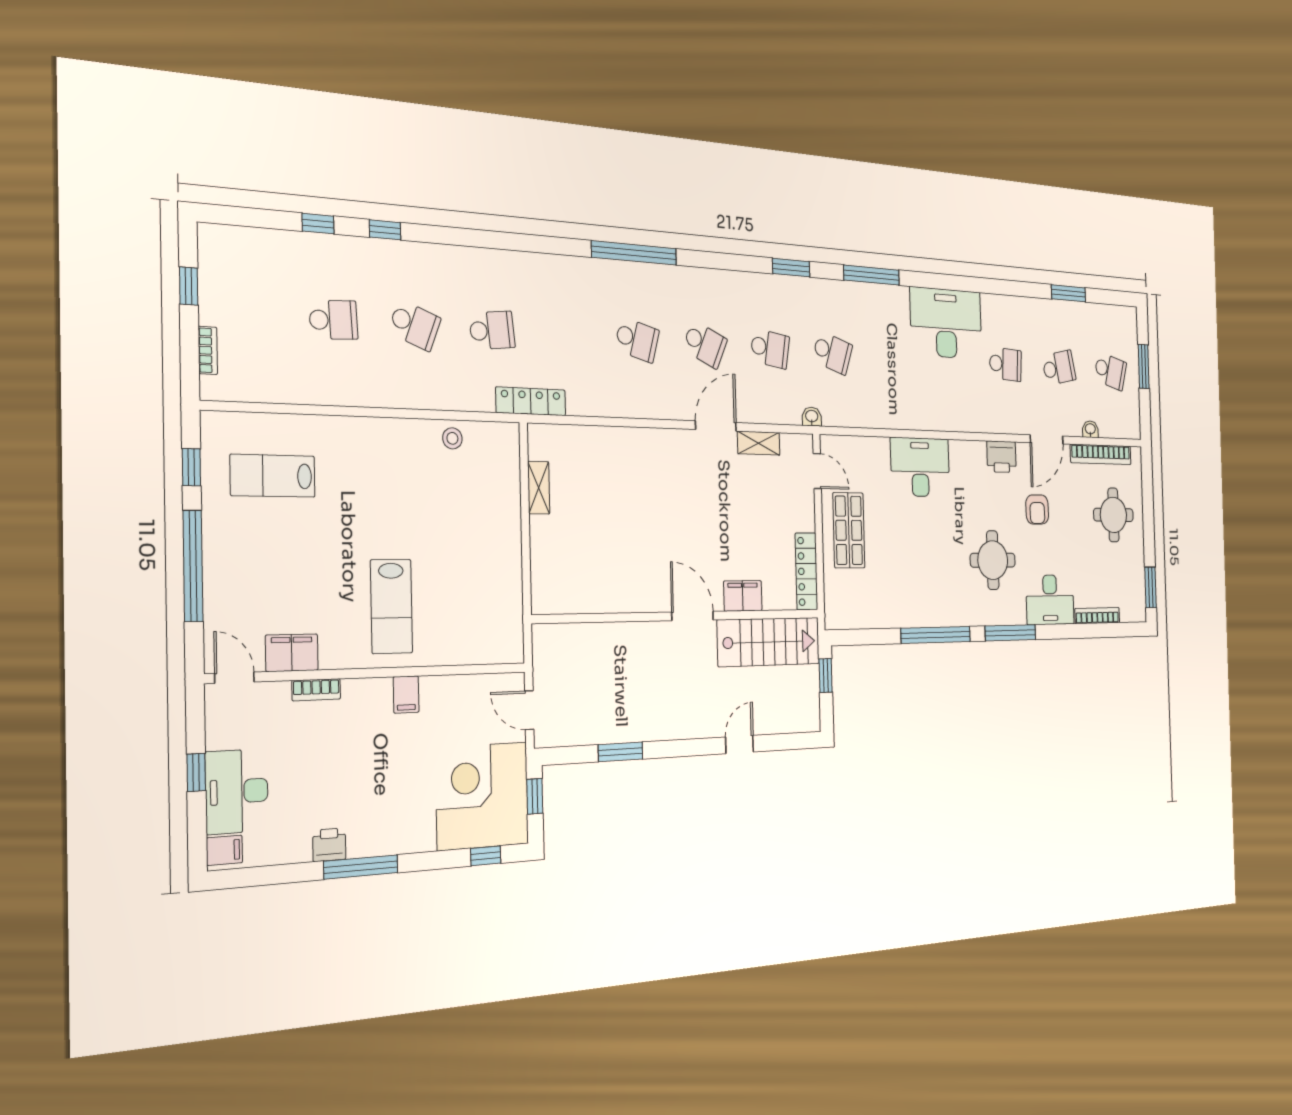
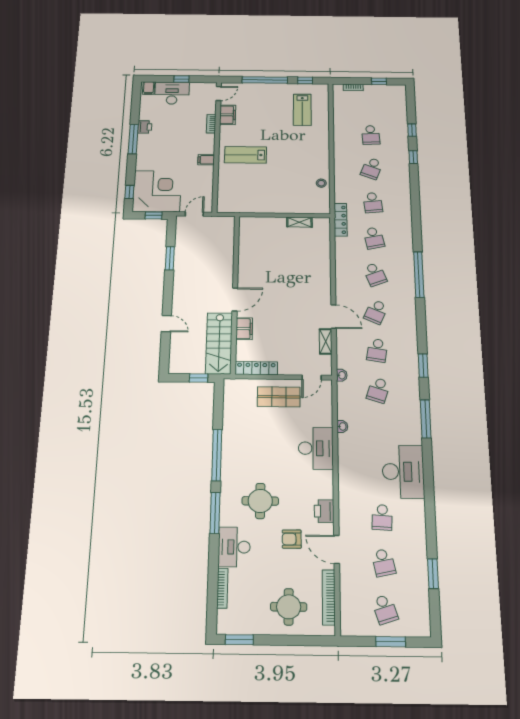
school desk: (566, 335) -> (374, 238), added
school desk: (637, 340) -> (375, 274), turned -36
school desk: (1110, 371) -> (385, 609), turned -33
washbasin: (1090, 429) -> (342, 426), moved
lab bench: (273, 476) -> (302, 110), turned 180

